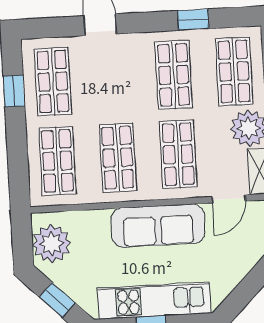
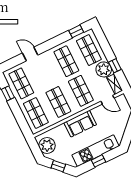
window: (193, 20) -> (76, 31), moved
door: (229, 199) -> (108, 100), hinge flipped
sofa: (158, 226) -> (80, 124), width x0.73

